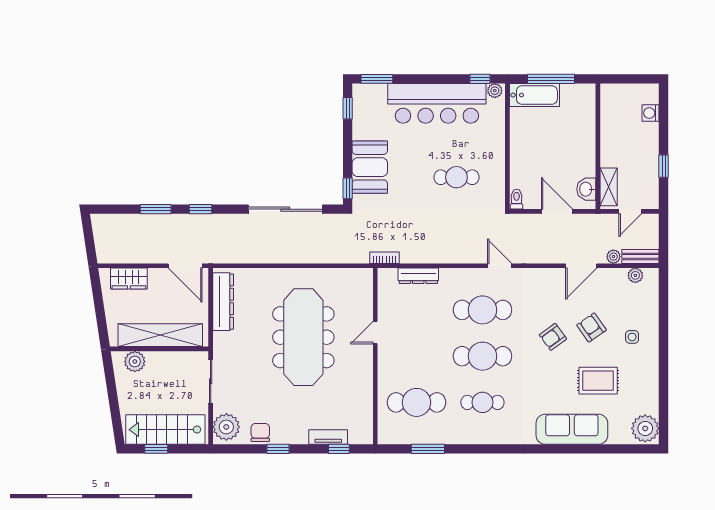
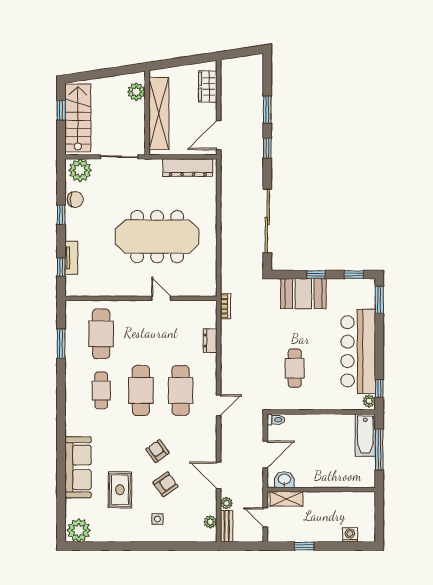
window: (348, 188) -> (316, 275), moved
dresser: (418, 276) -> (210, 341), width x0.70

